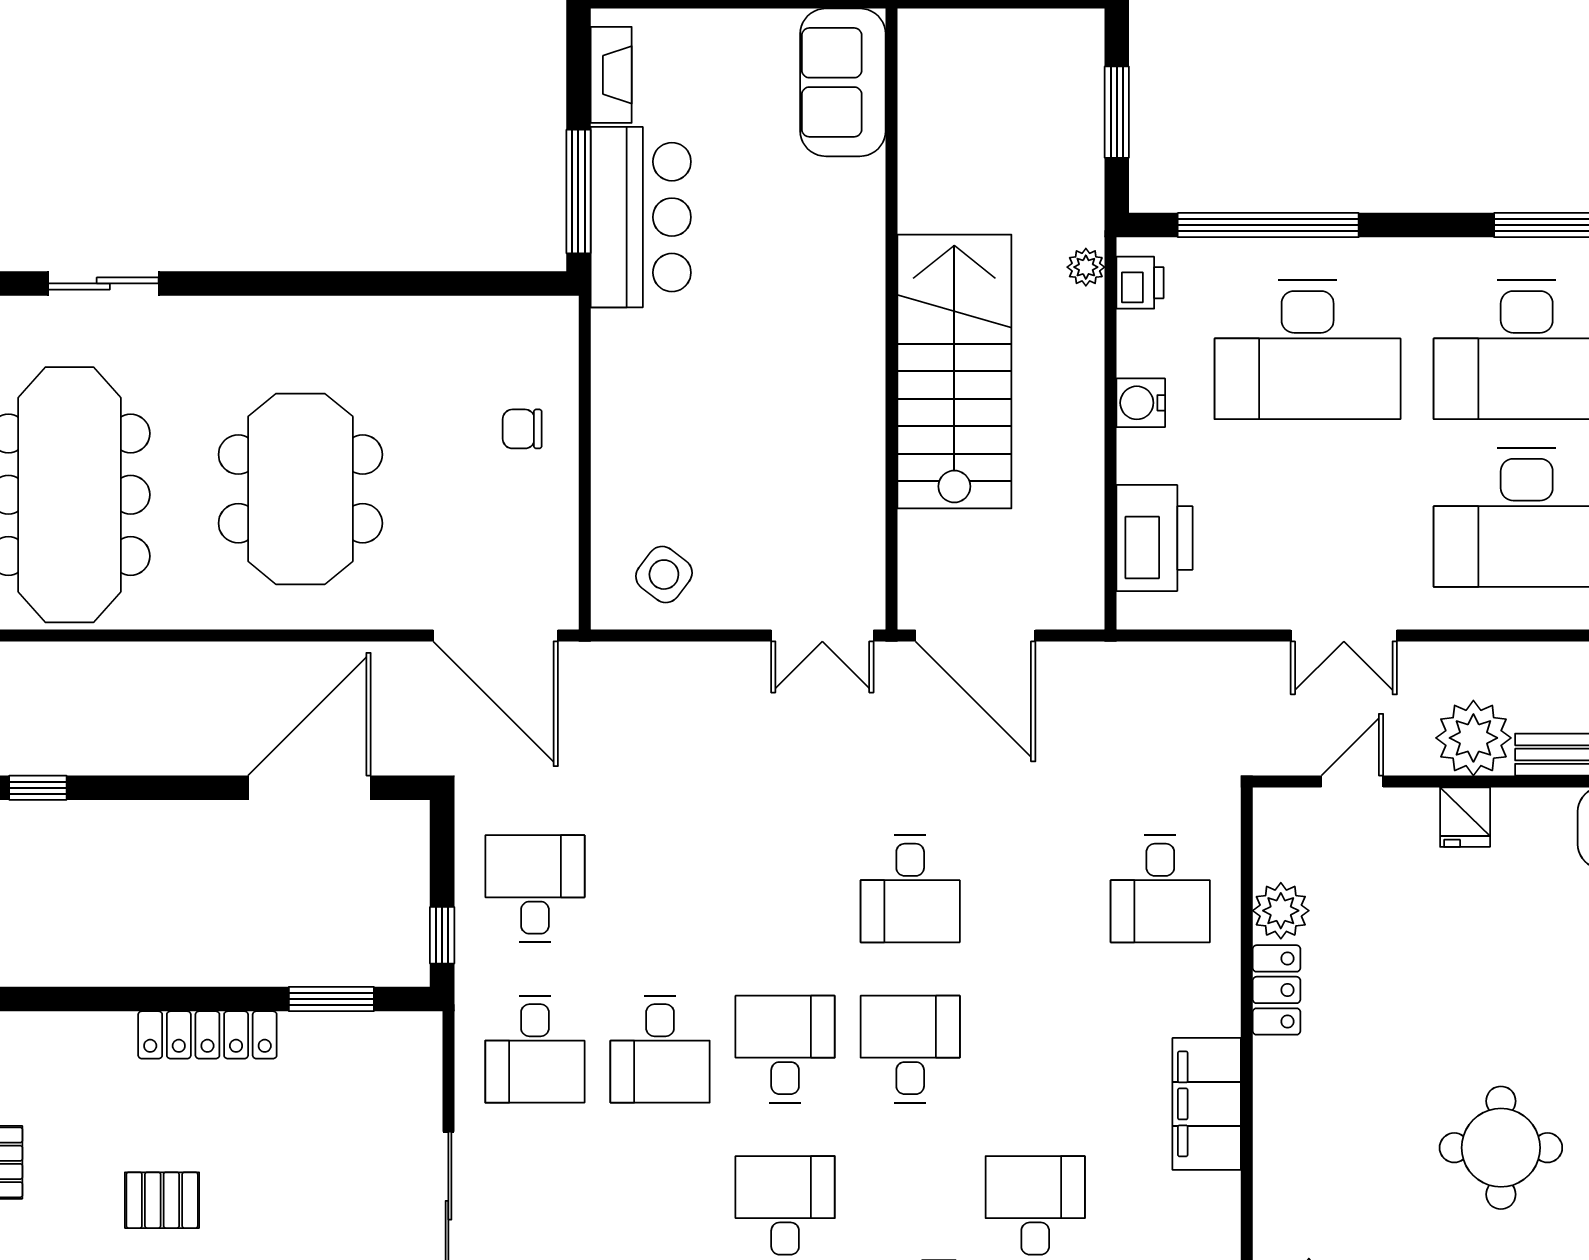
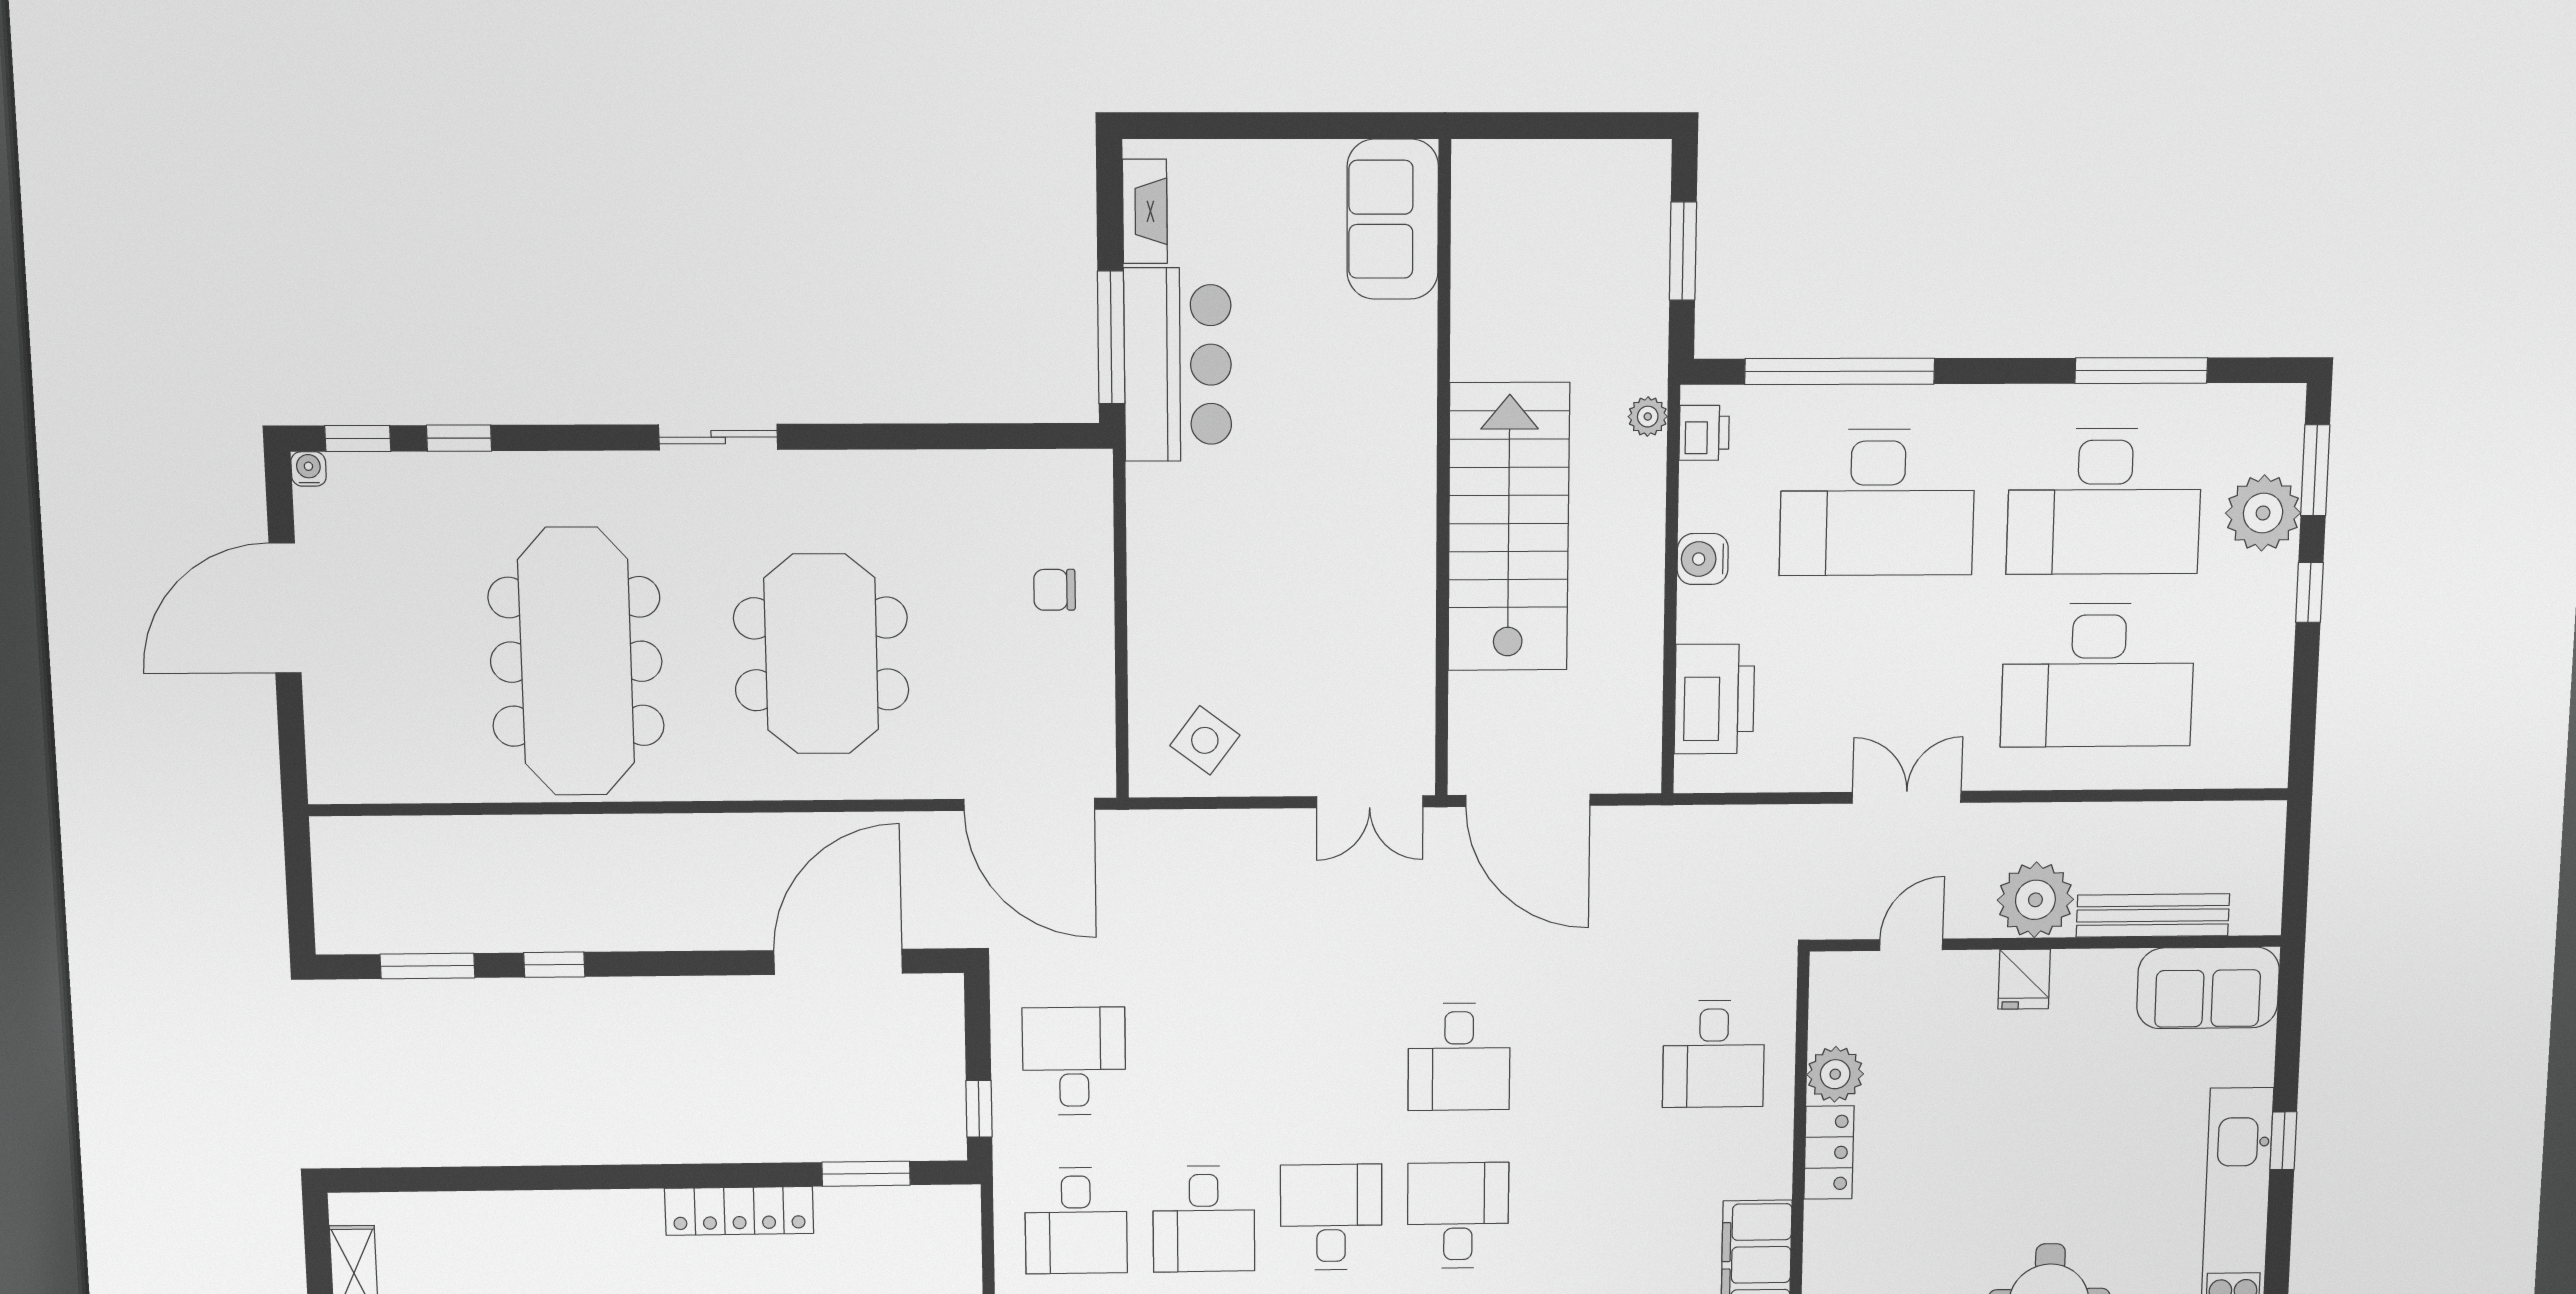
sliding door: (103, 283) -> (718, 437), moved
double door: (1344, 635) -> (1907, 797), swing flipped

